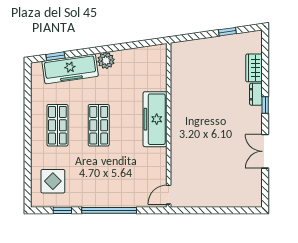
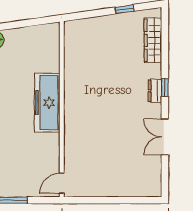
wardrobe: (254, 68) -> (153, 40), width x1.50
dresser: (256, 94) -> (155, 91), moved

